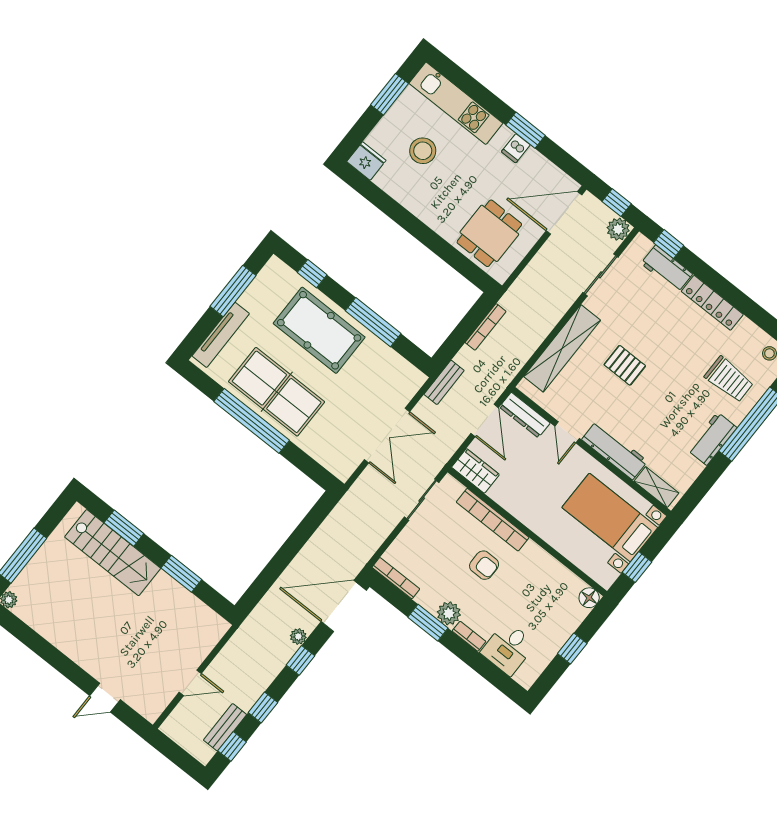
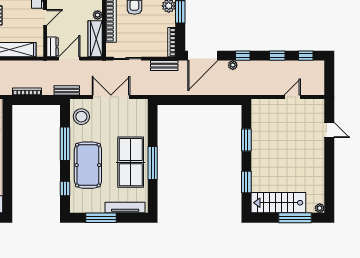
stool: (392, 374) -> (81, 117), added
dresser: (525, 415) -> (53, 47), width x0.70
window: (252, 421) -> (153, 163), width x0.68
wardrobe: (475, 471) -> (95, 39), width x1.50
plant: (513, 506) -> (98, 15), added
stairs: (113, 553) -> (278, 203), moved, turned -90
door: (344, 606) -> (203, 56), hinge flipped
door: (190, 683) -> (292, 97), hinge flipped
bench: (225, 727) -> (164, 66), moved

